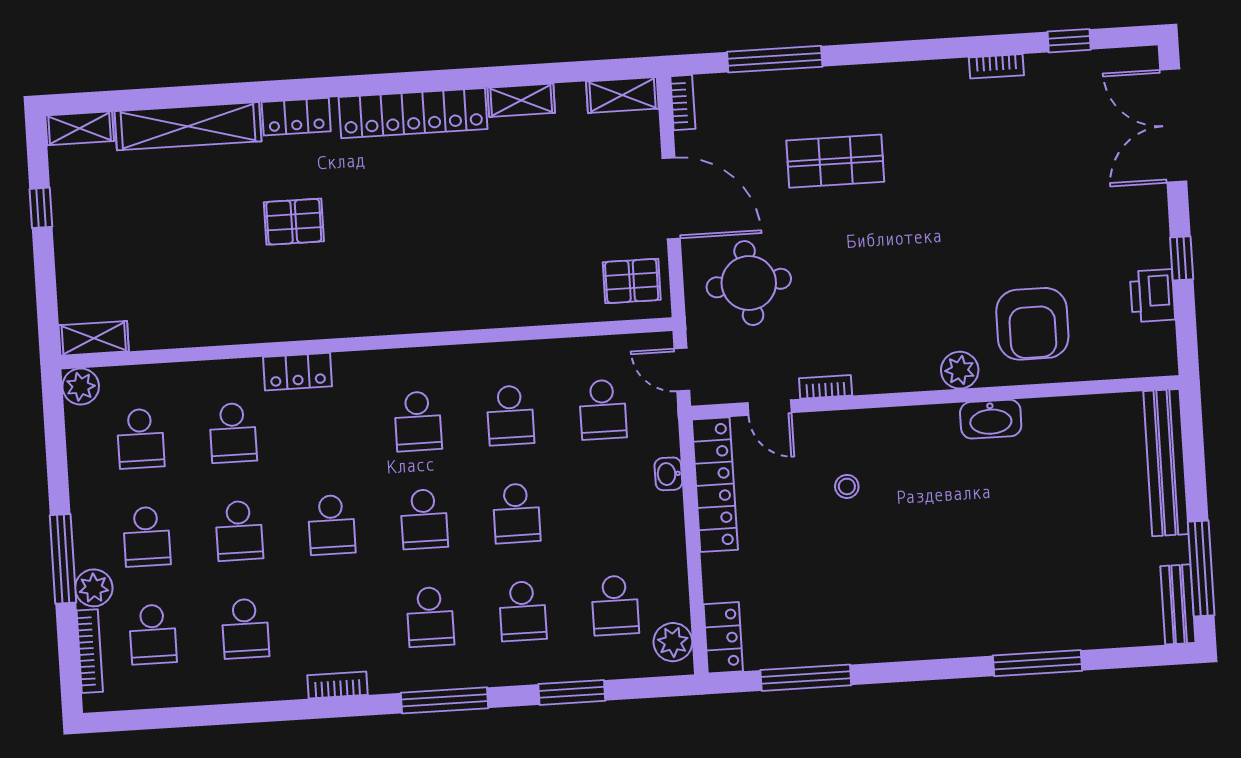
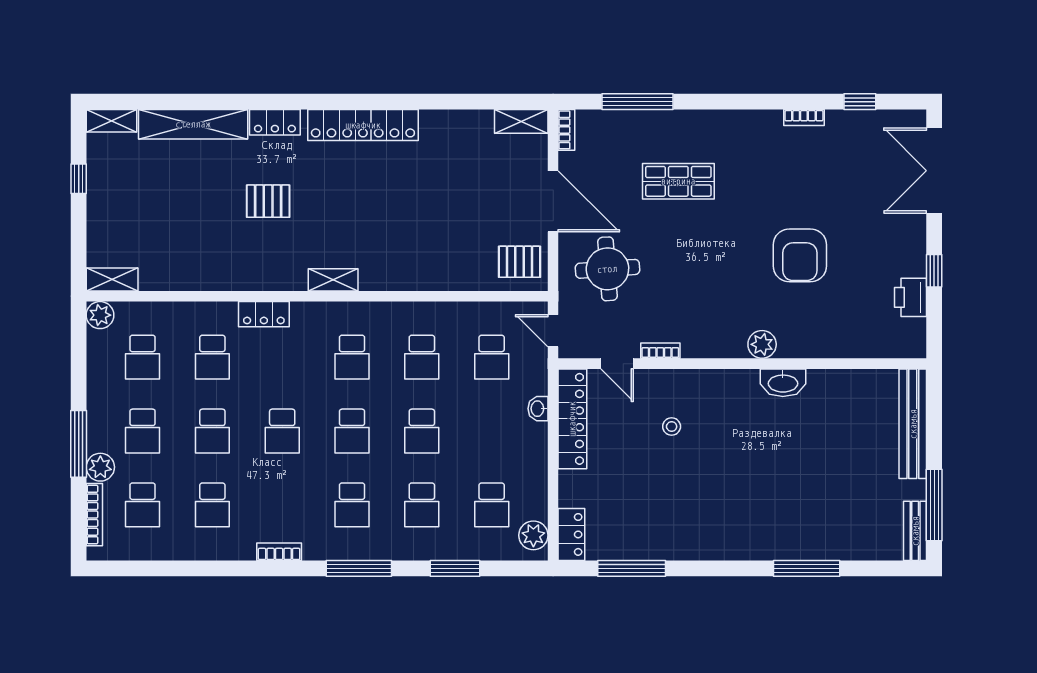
shelving: (521, 100) -> (333, 280), moved
armchair: (1032, 324) -> (800, 255), moved

